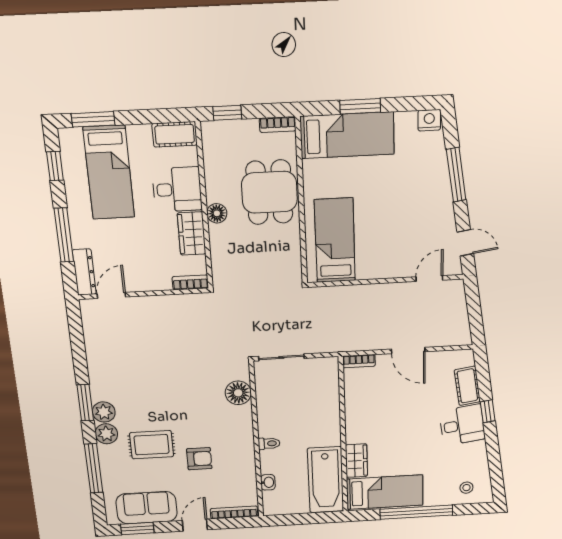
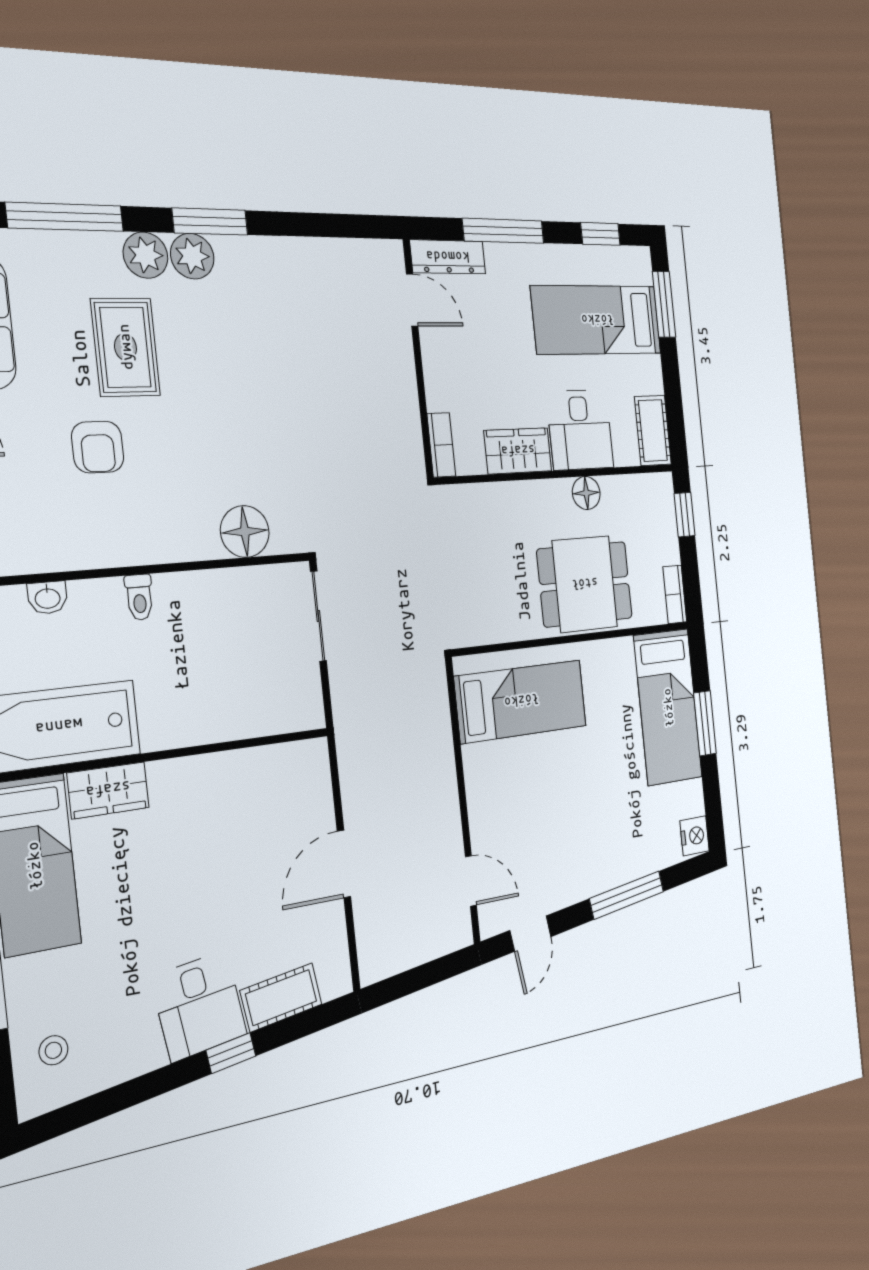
floor lamp: (217, 213) -> (586, 493), moved
bookcase: (359, 361) -> (319, 770), removed

